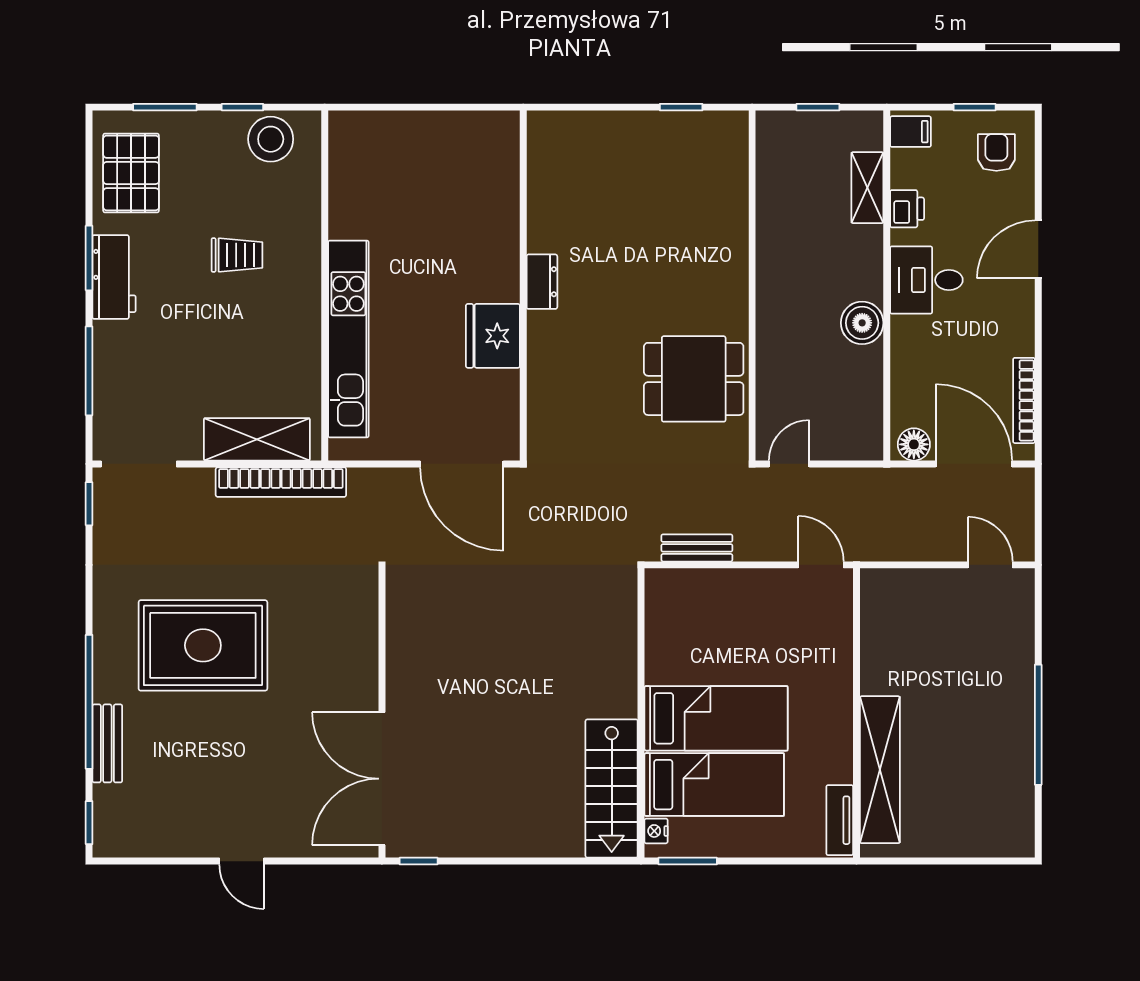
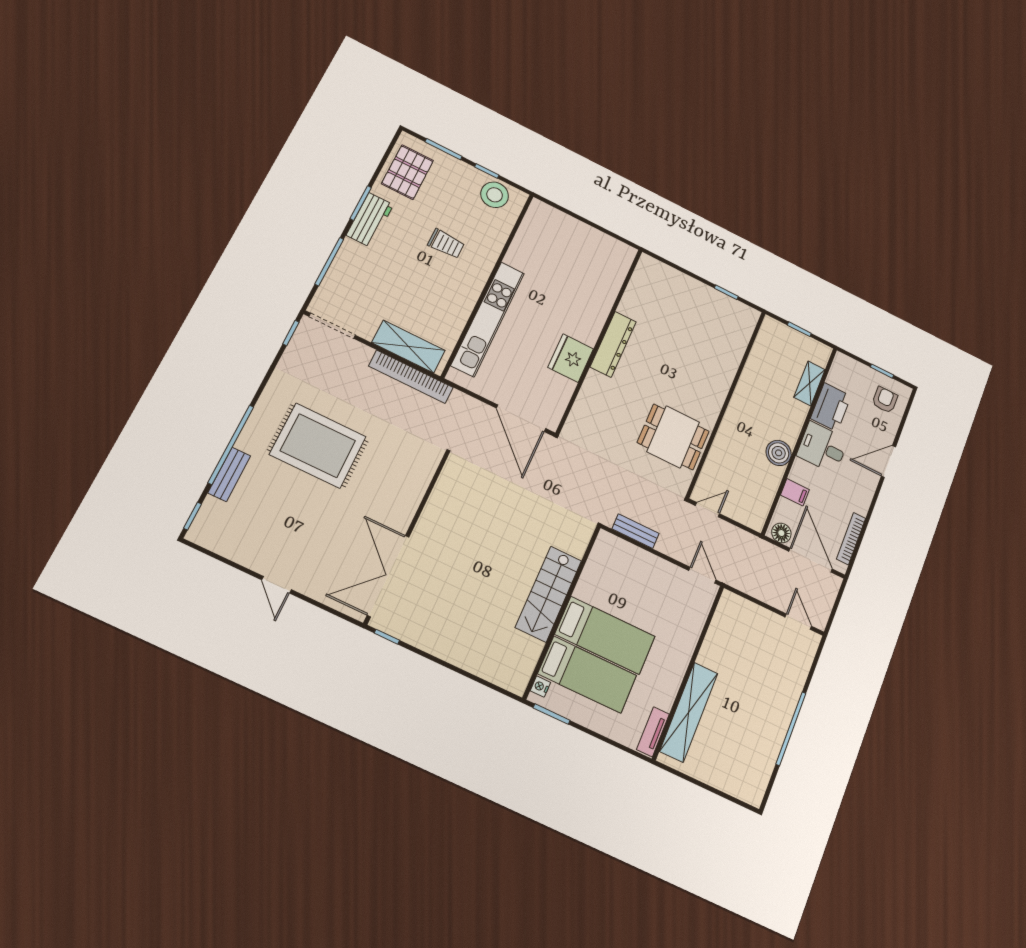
filing cabinet: (911, 132) -> (795, 492), moved
printer: (907, 209) -> (831, 407), width x1.87, depth x1.48
dresser: (542, 282) -> (613, 344), width x1.96, depth x1.24
stairs: (612, 789) -> (548, 594), moved

